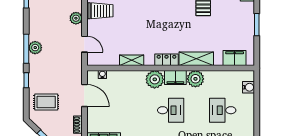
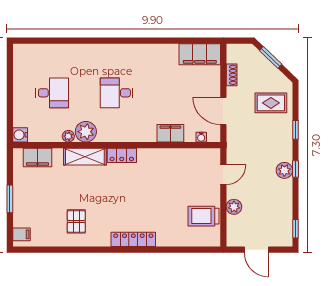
door: (84, 44) -> (223, 175), swing flipped
window: (26, 49) -> (296, 169), width x0.46
shelving: (132, 60) -> (165, 155), removed
filing cabinet: (175, 78) -> (170, 133), moved
plant: (155, 79) -> (68, 136), moved, width x0.53, depth x0.53
water cooler: (248, 87) -> (20, 135), moved

